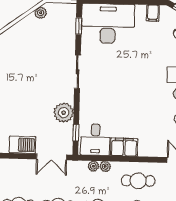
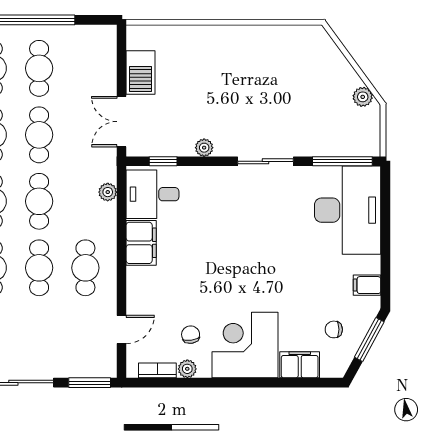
window: (79, 26) -> (342, 161), width x2.17
plant: (64, 113) -> (204, 148), width x0.53, depth x0.53
plant: (105, 166) -> (108, 212), removed

